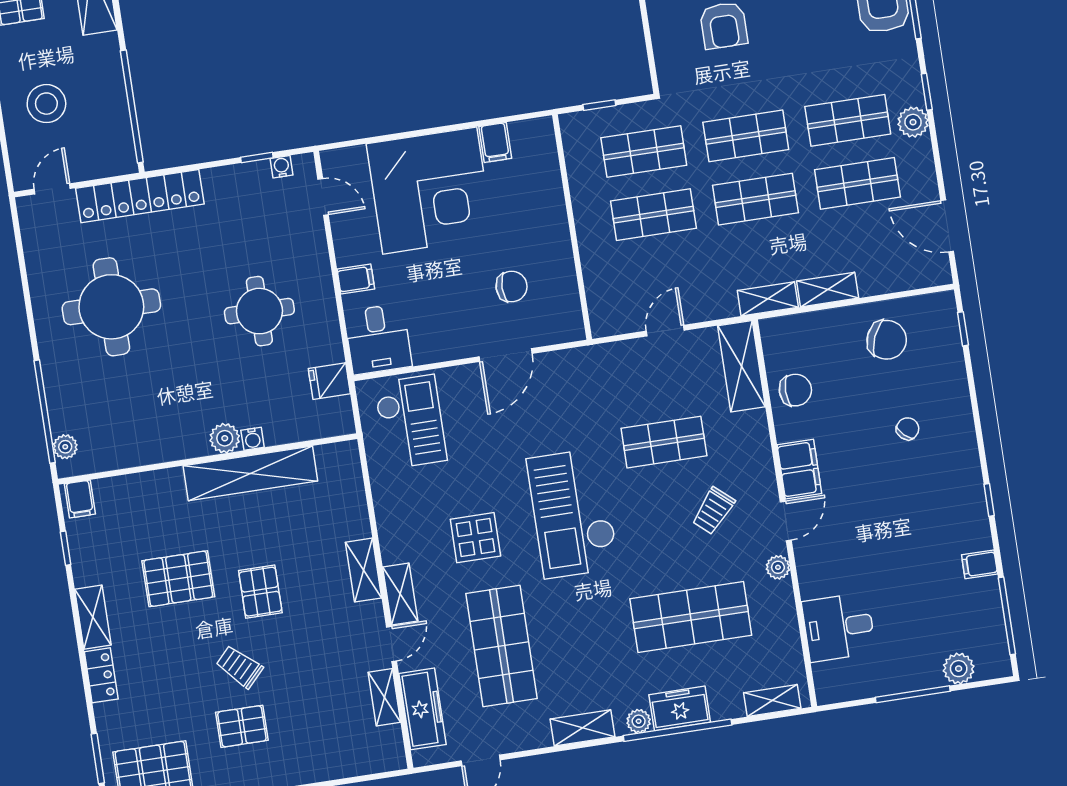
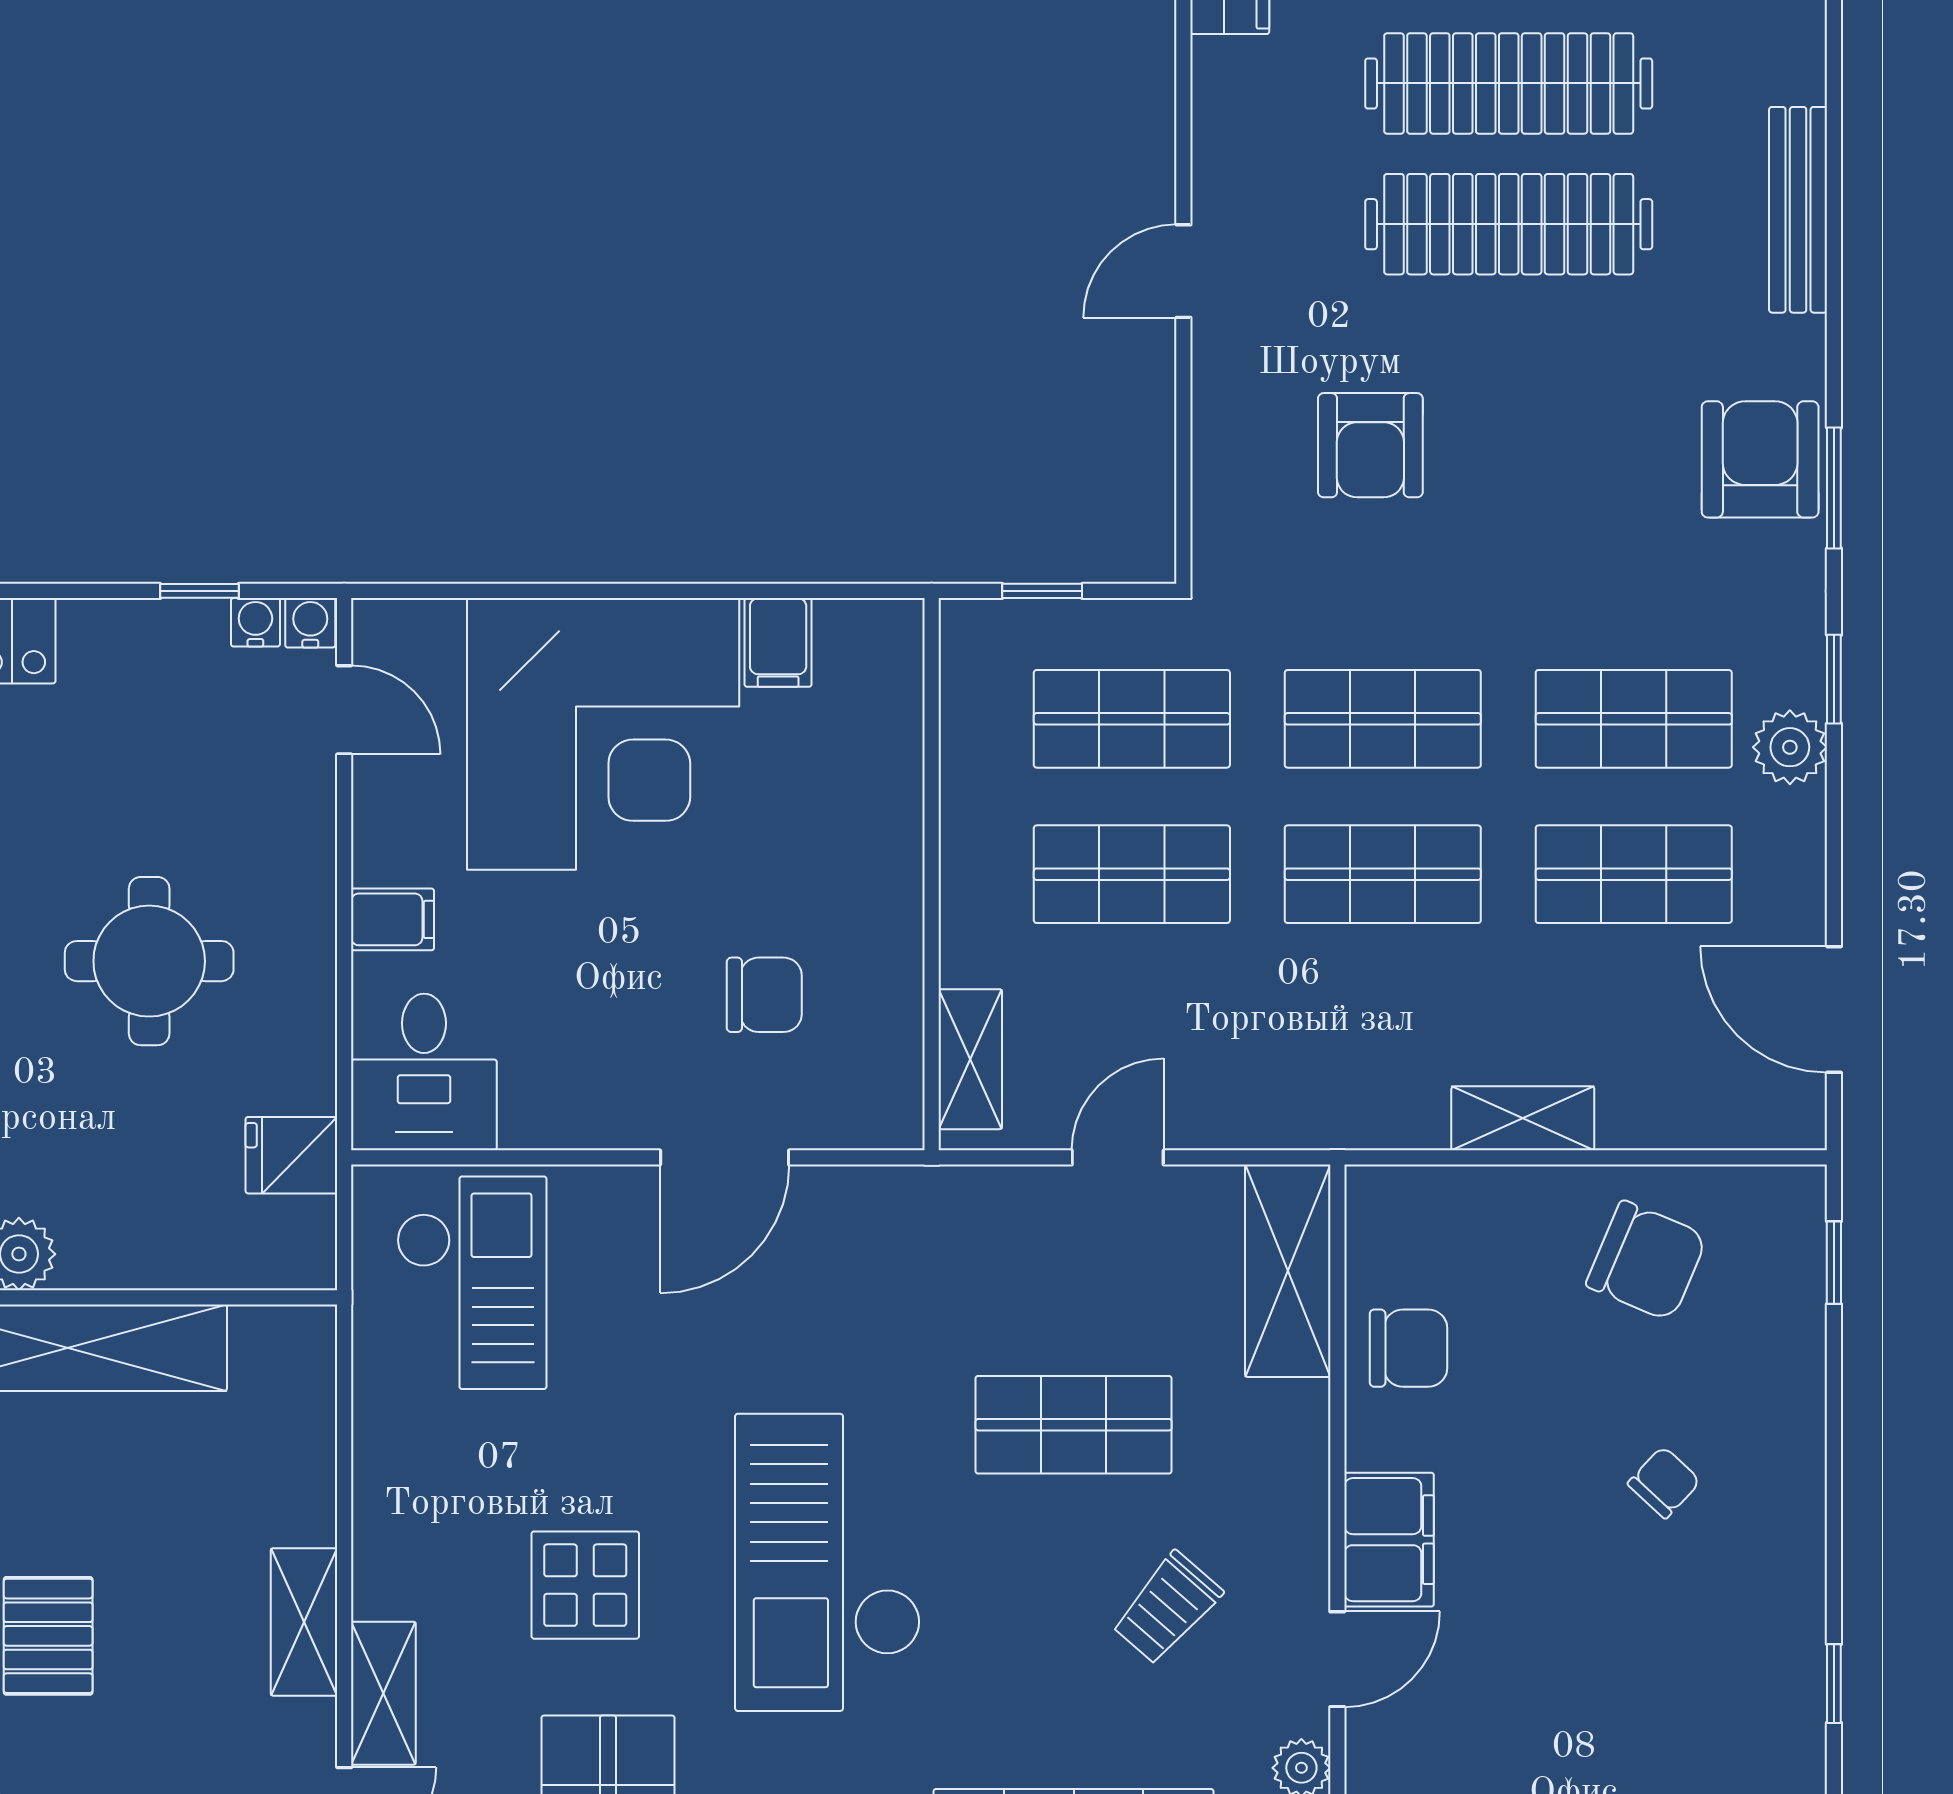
shelving: (768, 299) -> (970, 1059), moved, turned 90
water cooler: (253, 439) -> (310, 623), moved, turned 180

